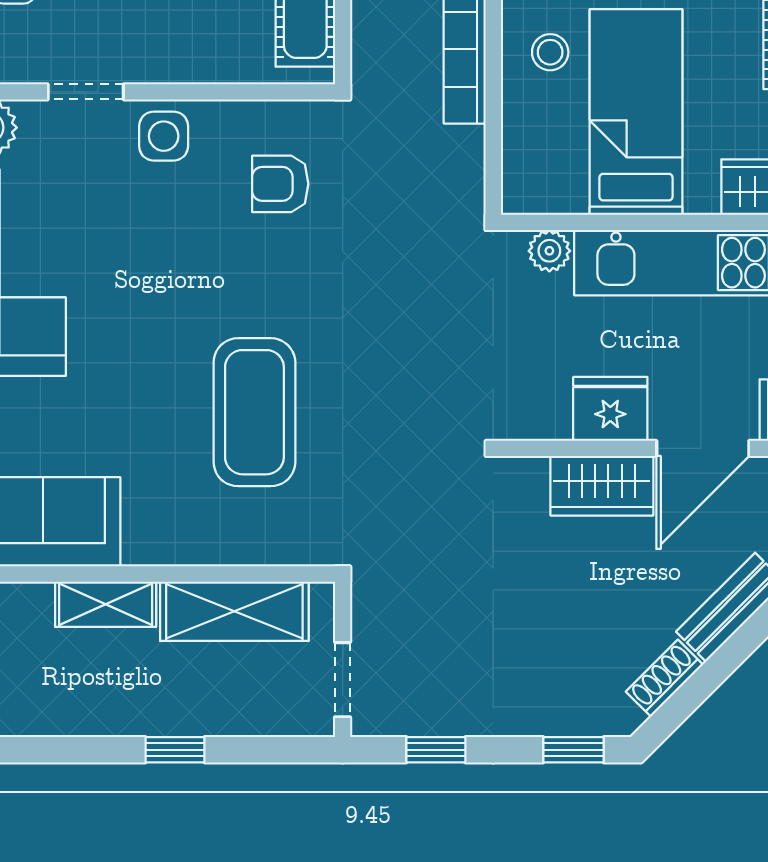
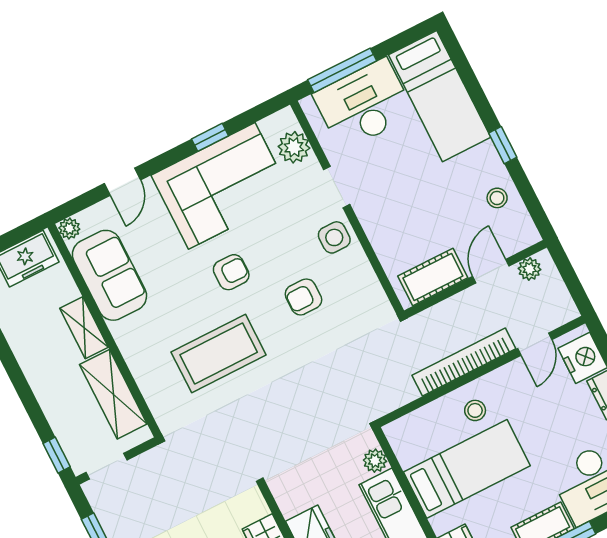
armchair: (280, 184) -> (303, 297), moved, turned -90
armchair: (136, 327) -> (231, 272), added
window: (175, 750) -> (57, 455), moved

